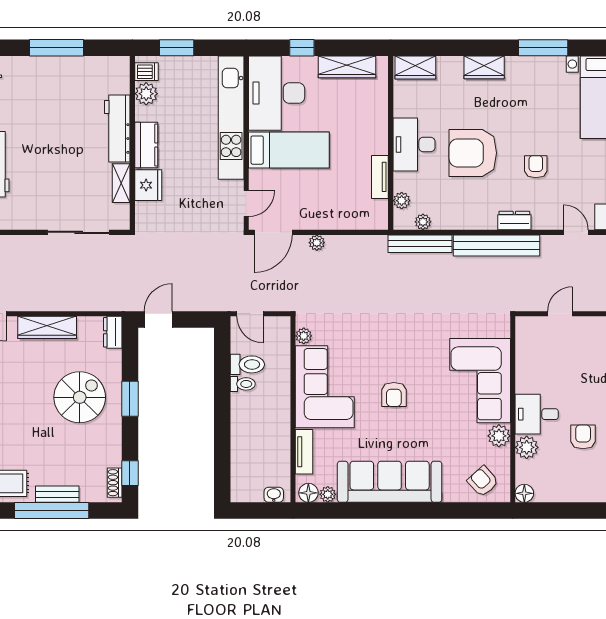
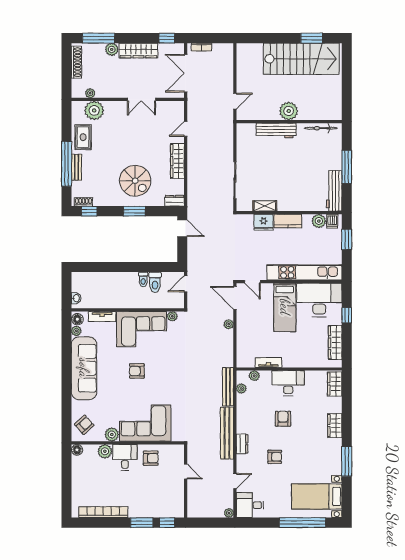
workbench: (117, 128) -> (334, 191), moved, turned -90
armchair: (473, 153) -> (283, 419), width x0.53, depth x0.53
armchair: (583, 437) -> (151, 458), moved

